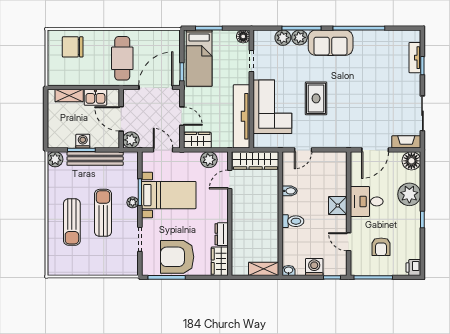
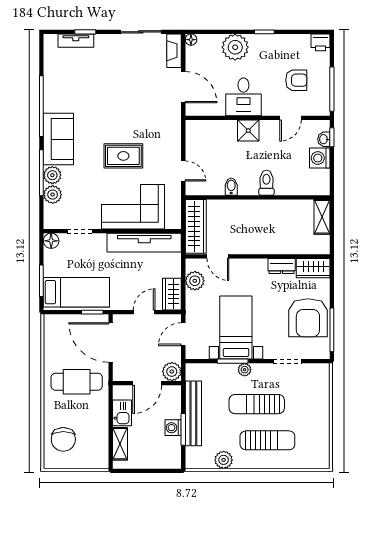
plant: (55, 159) -> (224, 460), moved
floor lamp: (411, 161) -> (191, 40), width x0.53, depth x0.53
washbasin: (289, 270) -> (324, 139), moved

